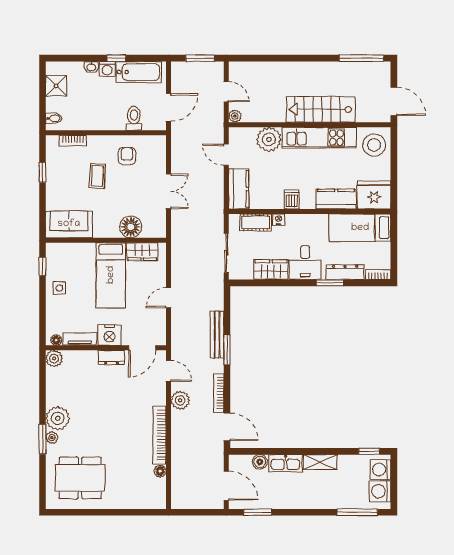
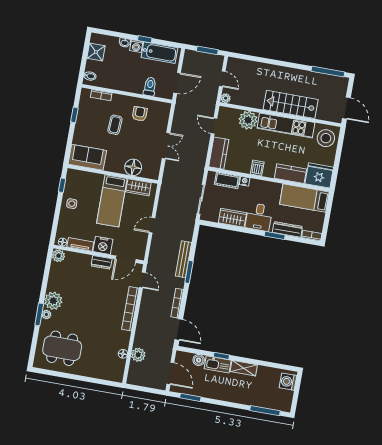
plant: (180, 400) -> (138, 355), moved
bookcase: (159, 435) -> (130, 309), moved
window: (369, 451) -> (221, 356), moved
washing machine: (380, 491) -> (285, 398), removed

